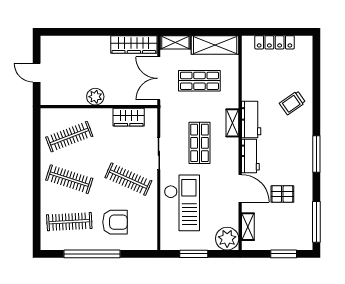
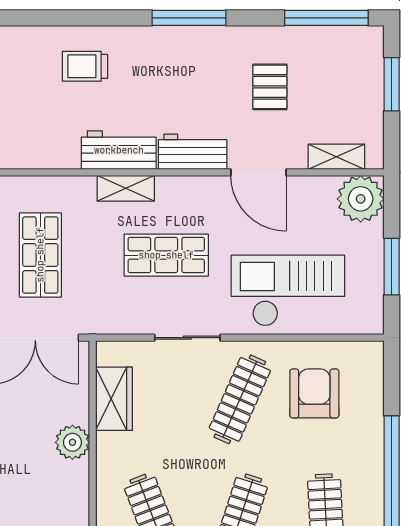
plant: (95, 97) -> (72, 442), moved
trolley: (292, 103) -> (85, 66), turned 125
door: (240, 188) -> (259, 172), swing flipped
armchair: (115, 222) -> (314, 393), moved

